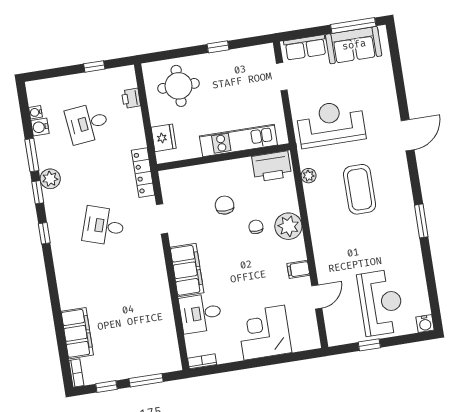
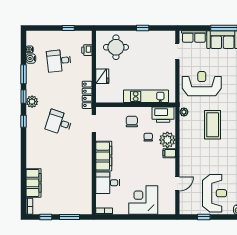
kitchen unit: (238, 140) -> (146, 96), moved
wall: (223, 157) -> (136, 105), moved
printer: (272, 166) -> (163, 115), moved
plant: (50, 179) -> (32, 102), moved
filing cabinet: (298, 269) -> (169, 153), moved

